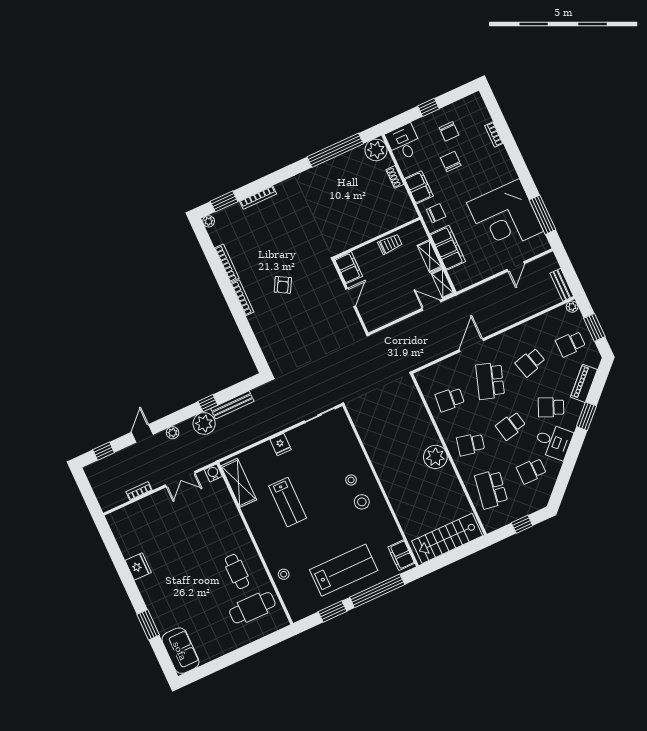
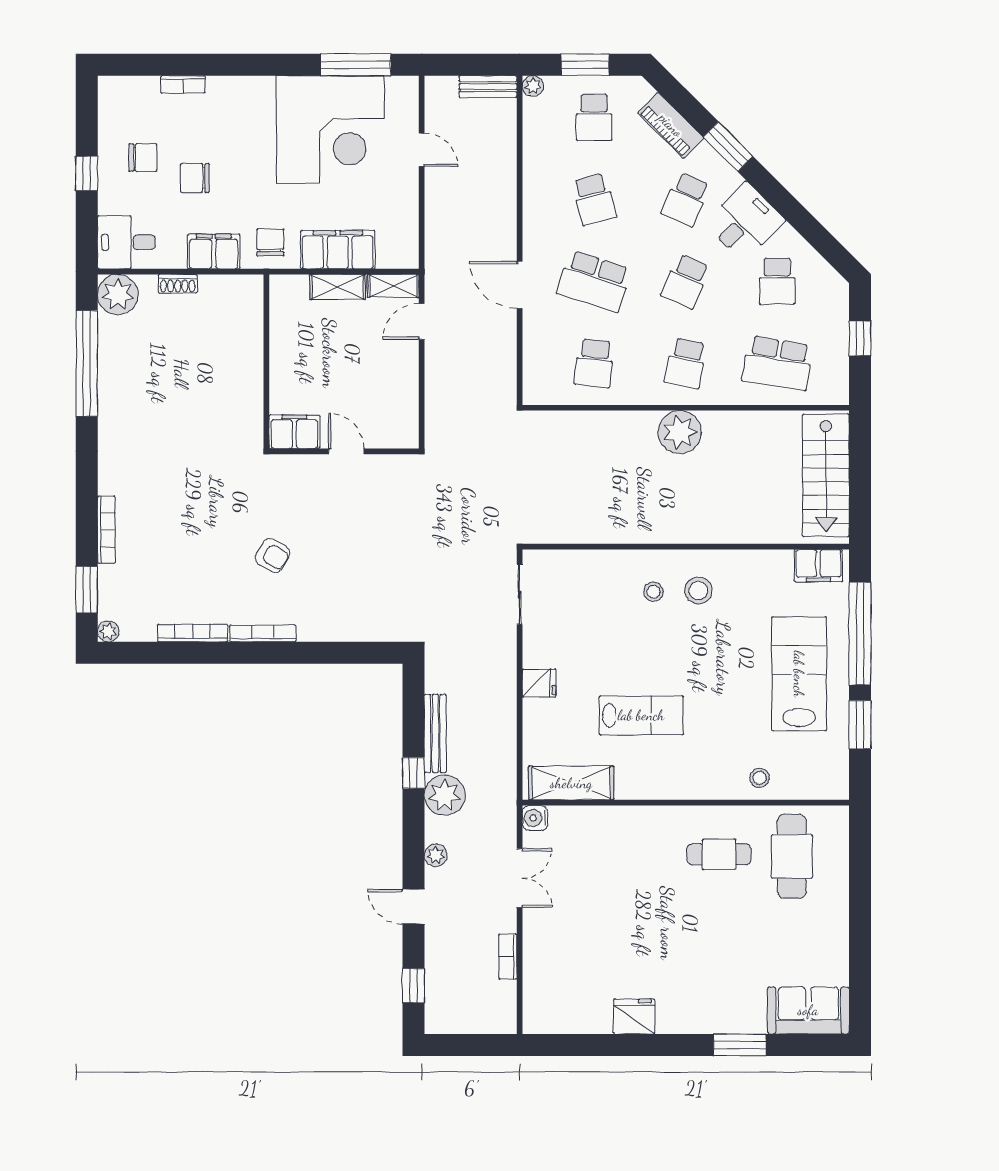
trolley: (390, 244) -> (287, 344), removed
school desk: (511, 426) -> (686, 281), turned 36

